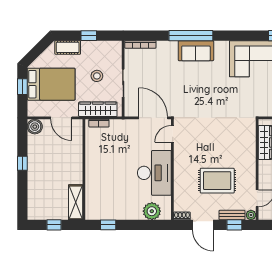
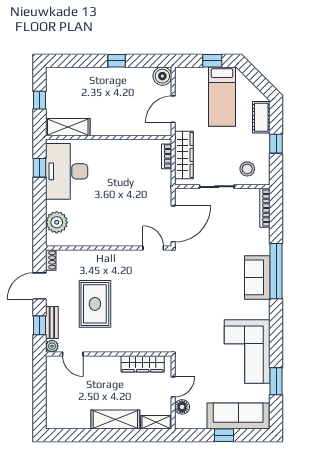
stool: (97, 76) -> (247, 169), moved
bed: (51, 84) -> (222, 97), width x0.67
desk: (154, 173) -> (67, 171), moved, turned 90

